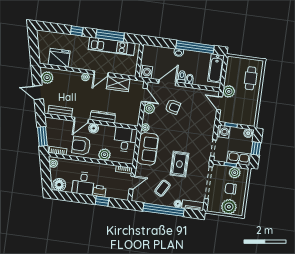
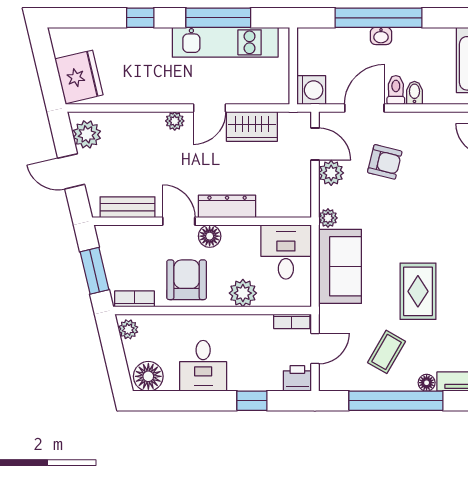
window: (195, 47) -> (378, 18), moved
fridge: (59, 58) -> (79, 77), moved, turned 77
door: (81, 120) -> (179, 221), swing flipped
armchair: (81, 146) -> (187, 280), turned 90
printer: (99, 191) -> (297, 378), moved

